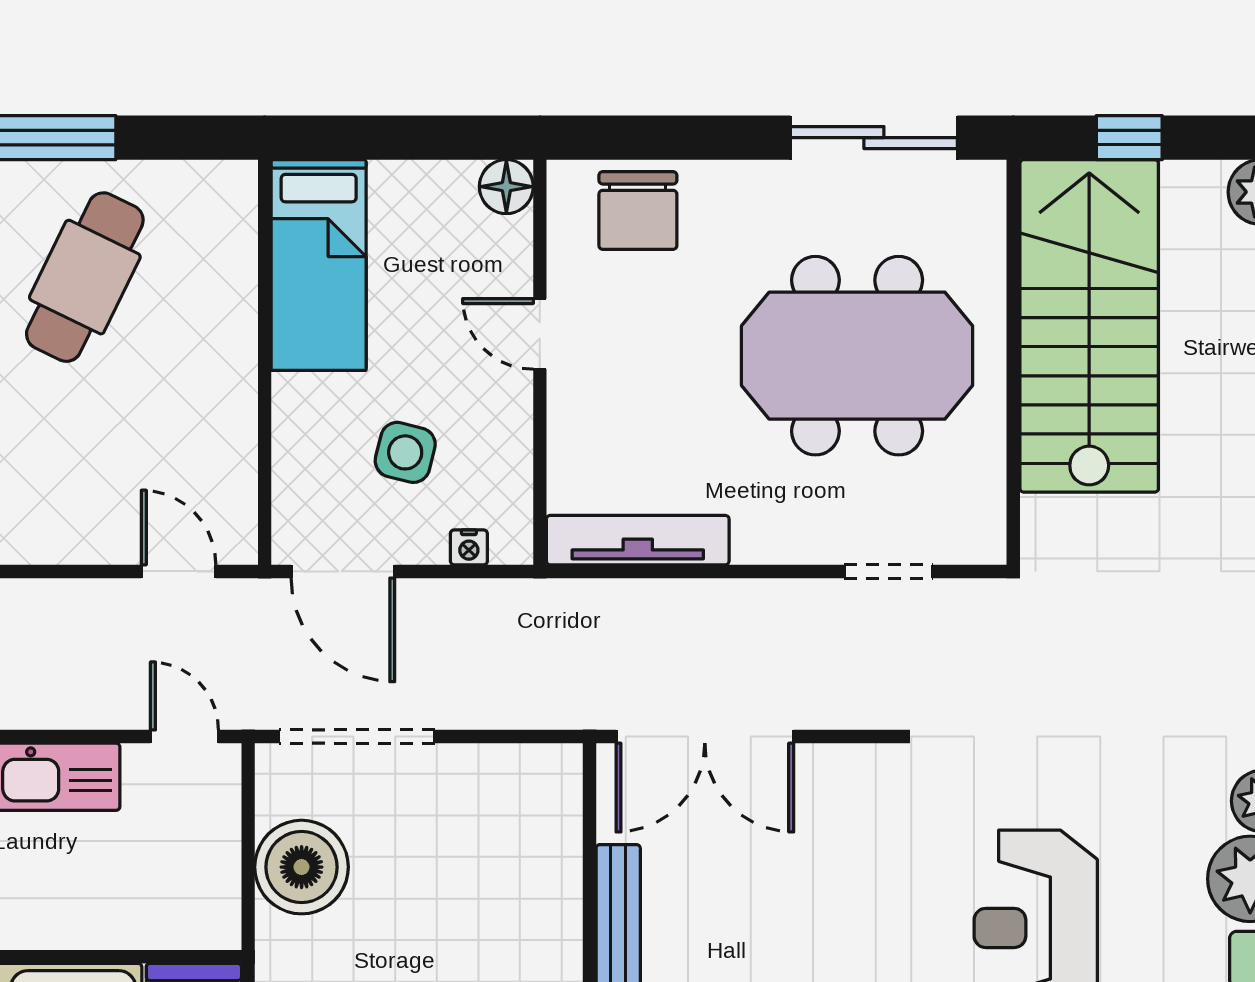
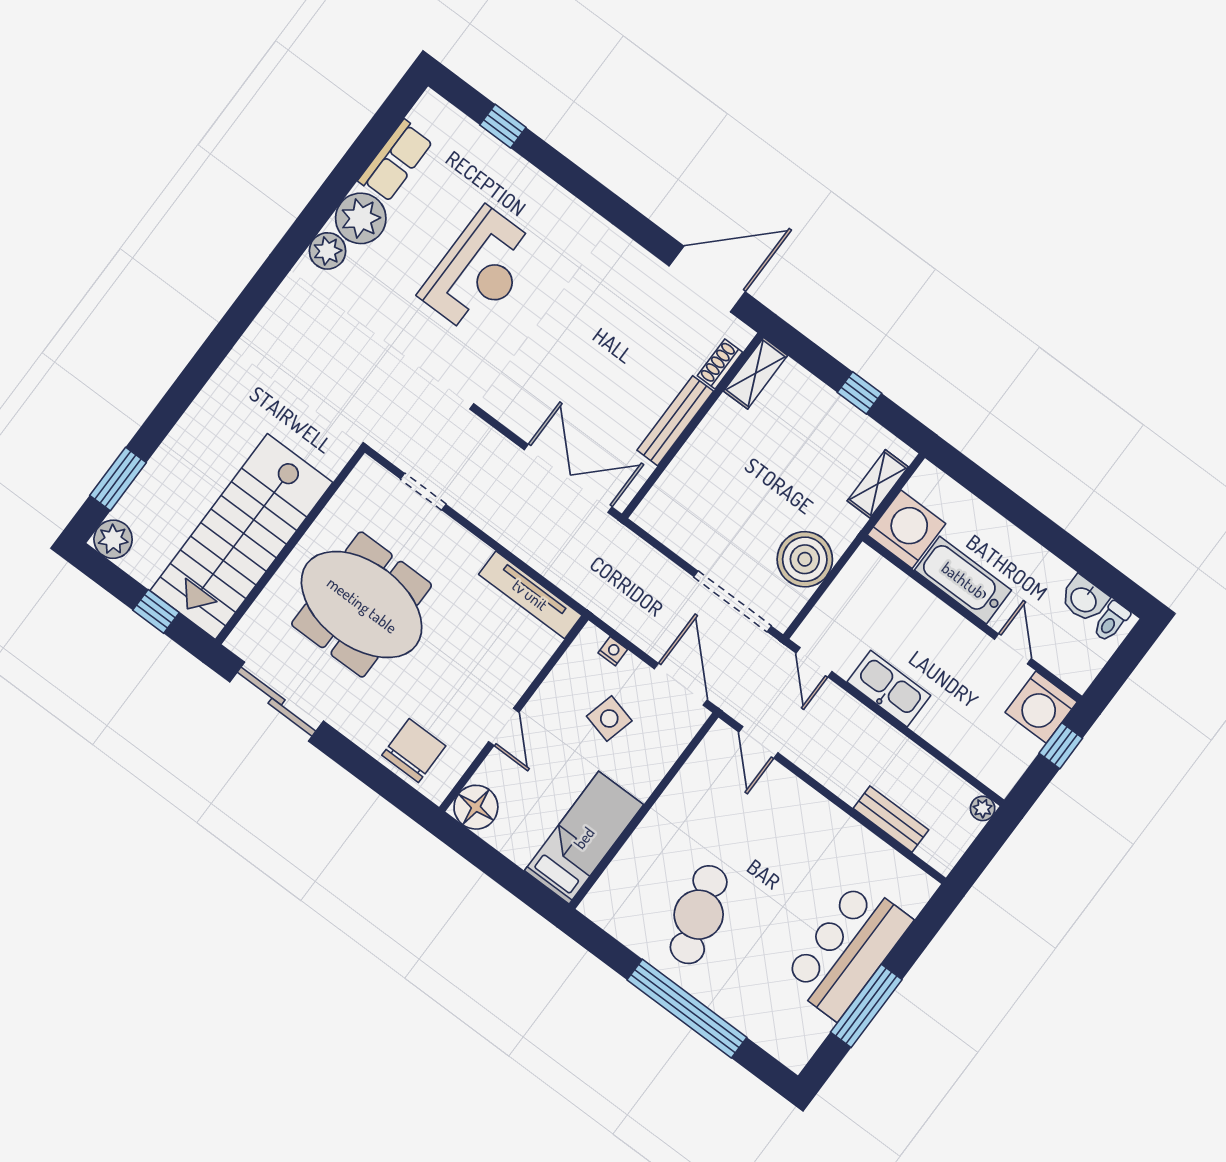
floor lamp: (506, 187) -> (476, 807), width x1.38, depth x1.38
cafe table: (85, 277) -> (699, 915), turned -44

